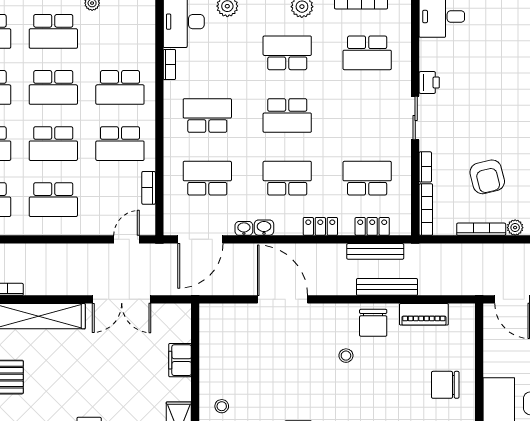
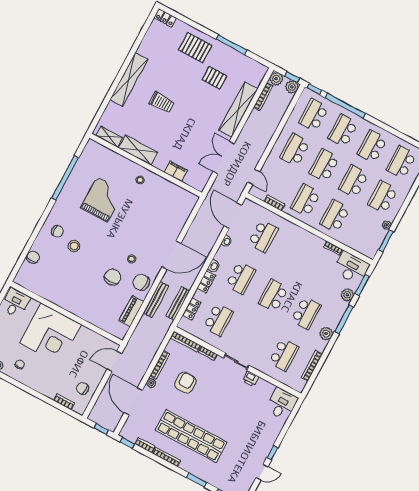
school desk: (367, 53) -> (284, 355), turned 180
school desk: (207, 116) -> (296, 254), removed
armchair: (487, 177) -> (185, 383), turned 104
washbasin: (264, 228) -> (214, 266), moved
door: (283, 299) -> (171, 255), moved
chair: (445, 385) -> (113, 277), moved

